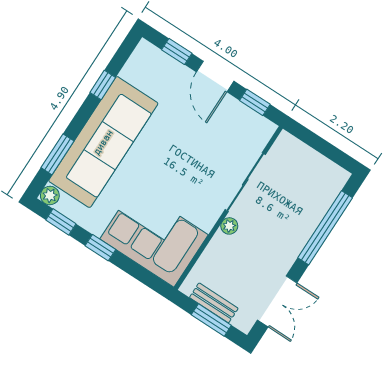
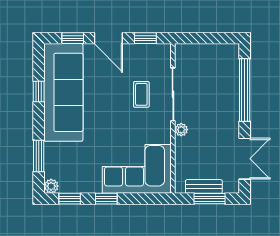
sofa: (103, 142) -> (63, 92), moved
coffee table: (211, 160) -> (141, 94), added

